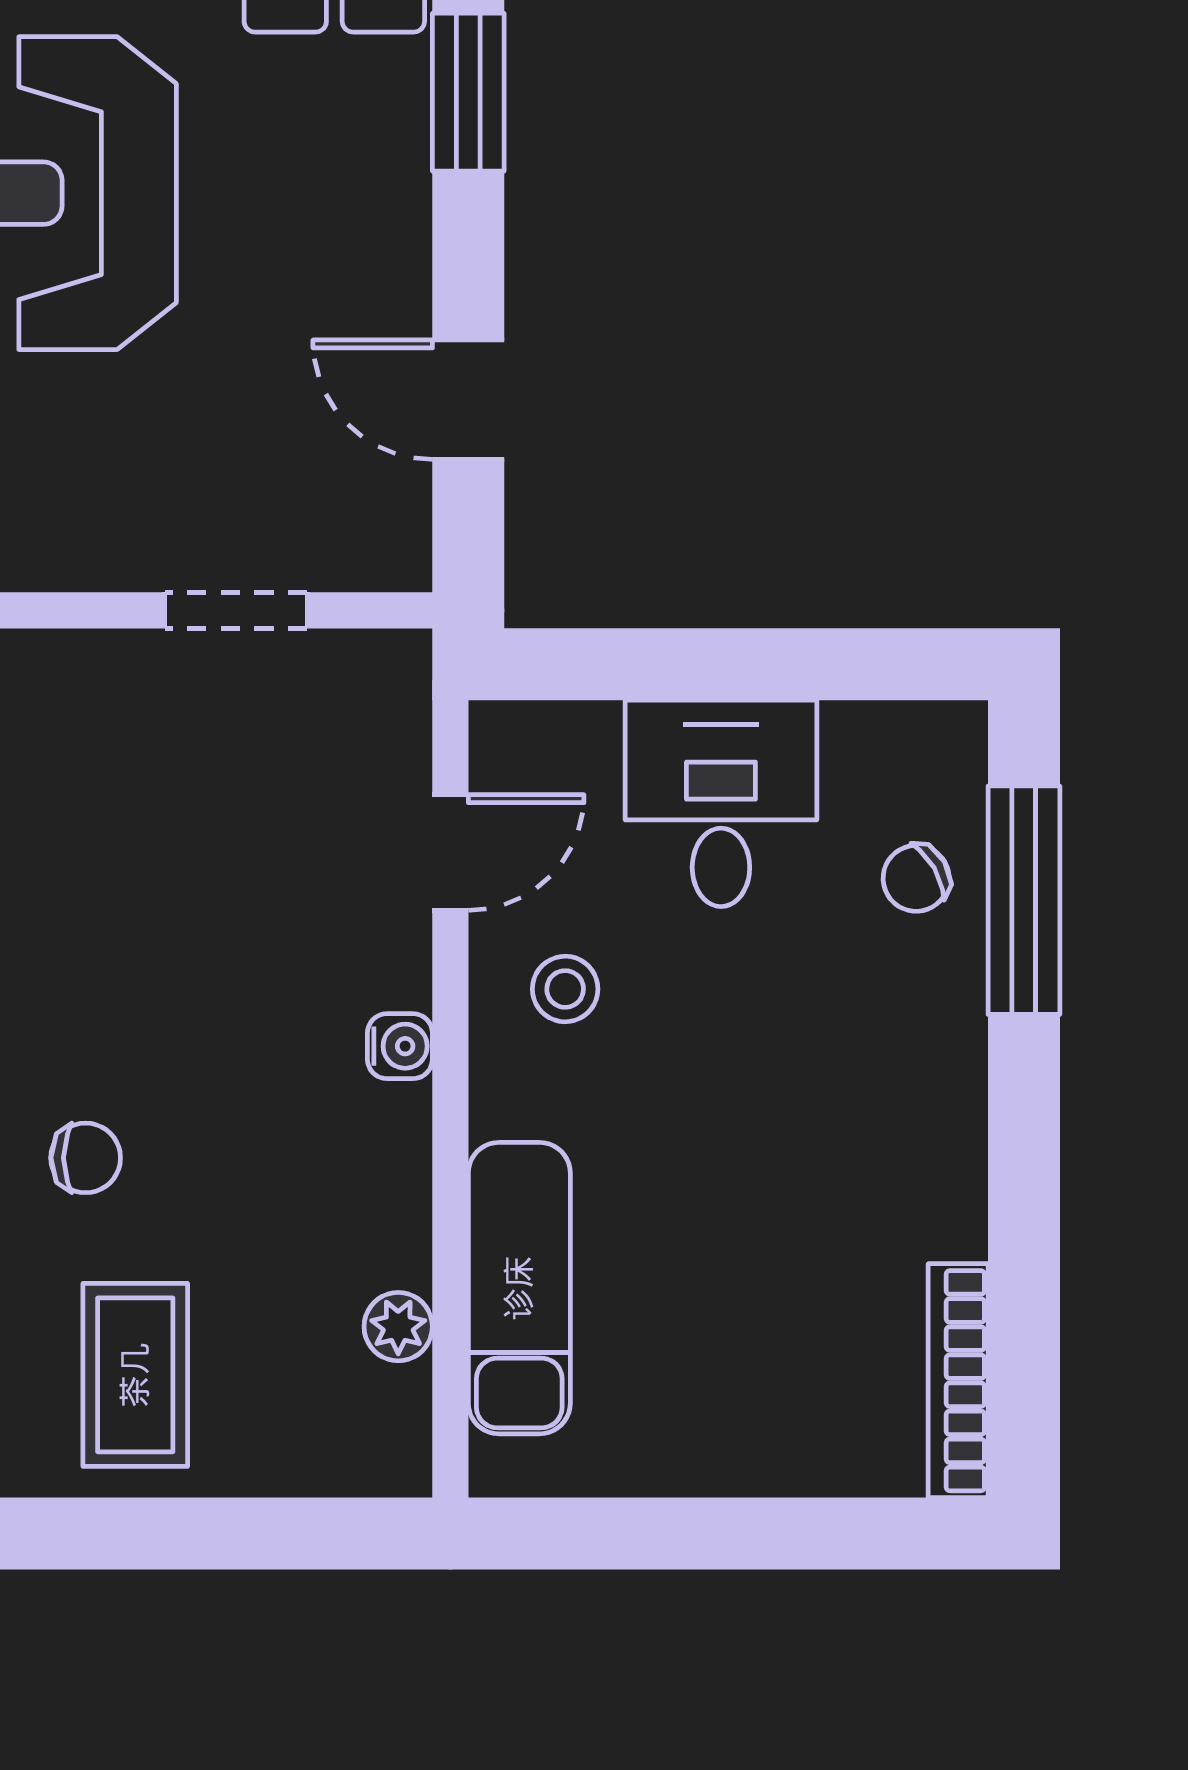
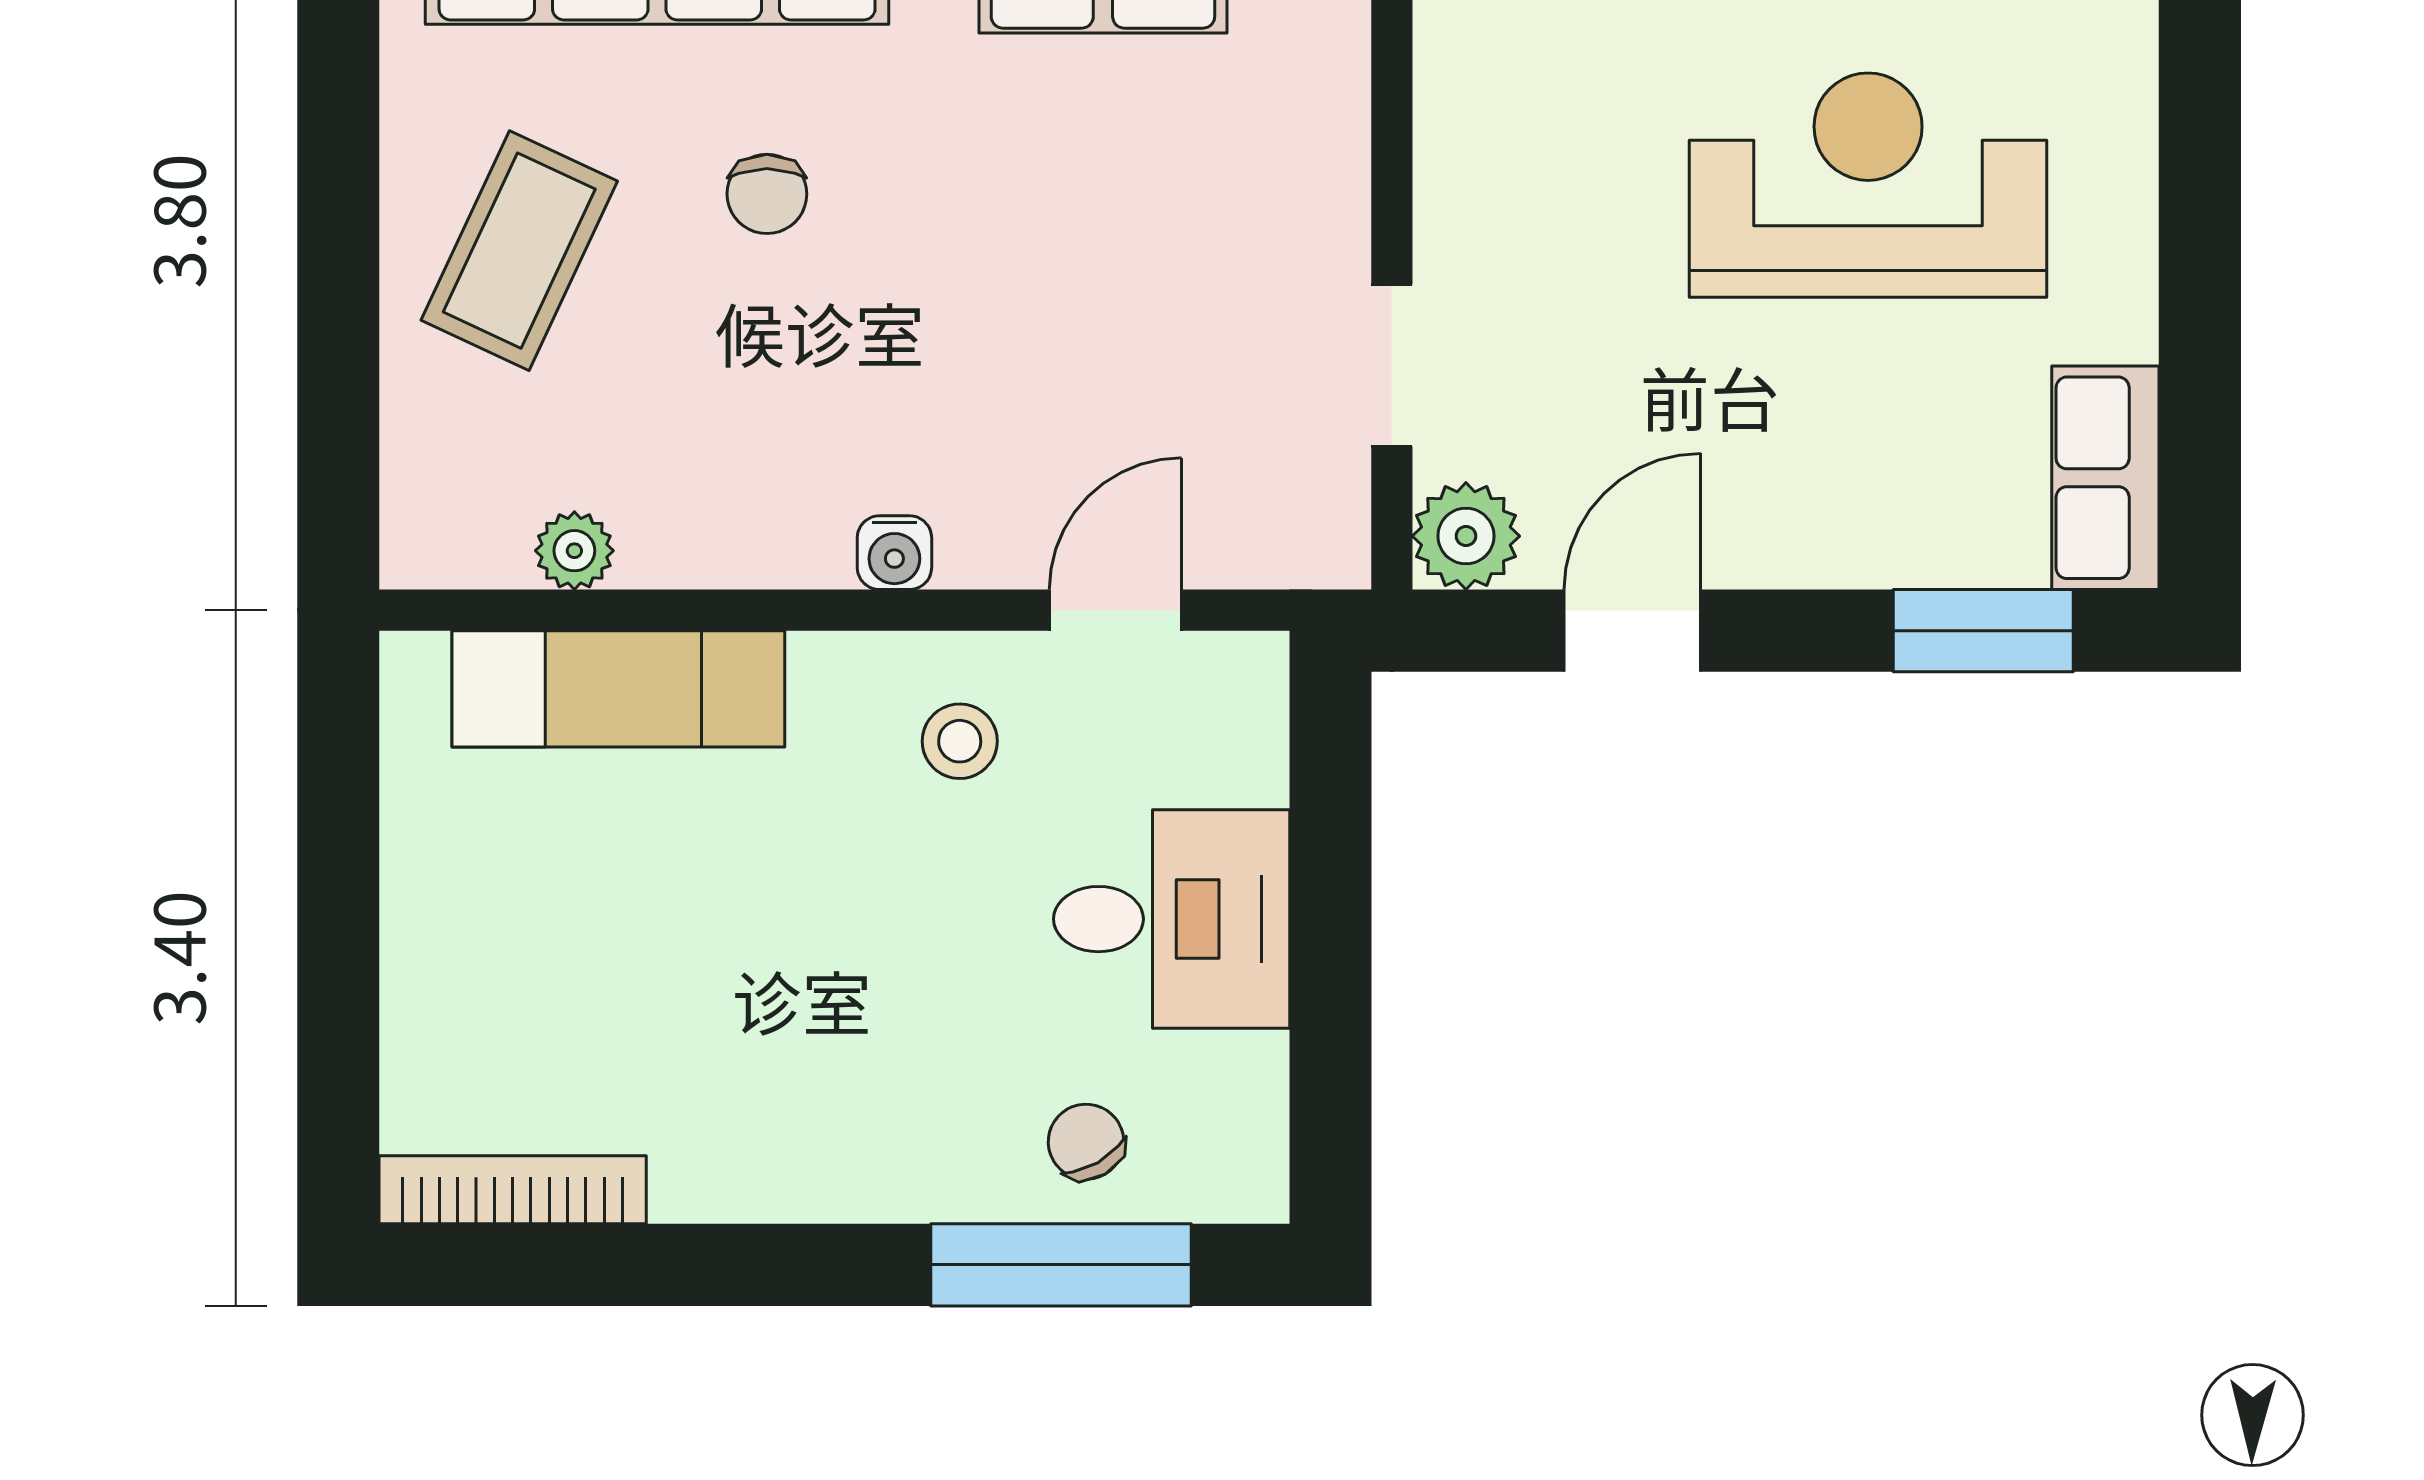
plant: (385, 545) -> (1466, 536), added
door: (450, 852) -> (1116, 610), swing flipped
coffee table: (135, 1375) -> (519, 251), turned -65

